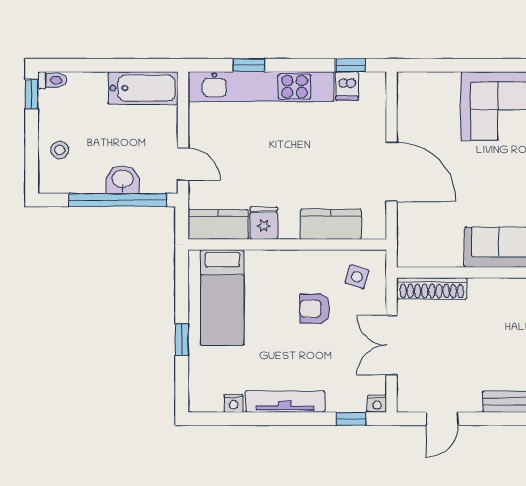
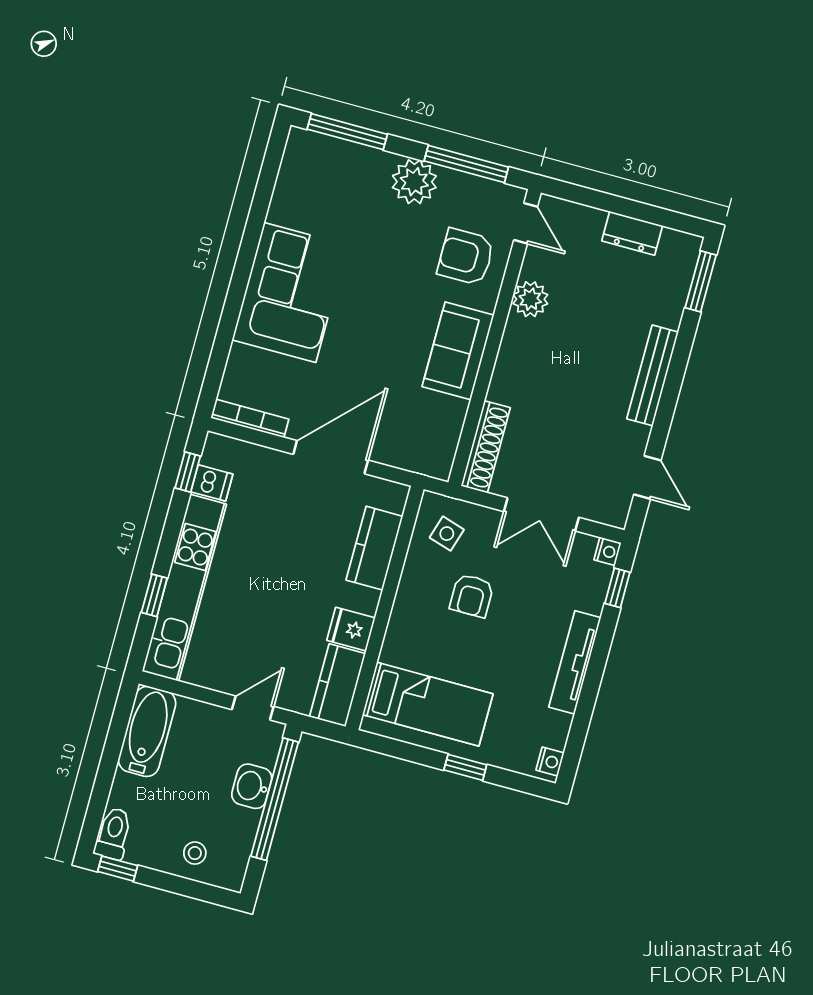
toilet: (52, 80) -> (113, 834), width x1.37, depth x1.39
bookcase: (404, 102) -> (250, 419), added
nightstand: (234, 403) -> (550, 762), moved

